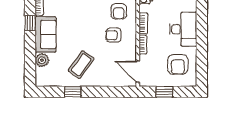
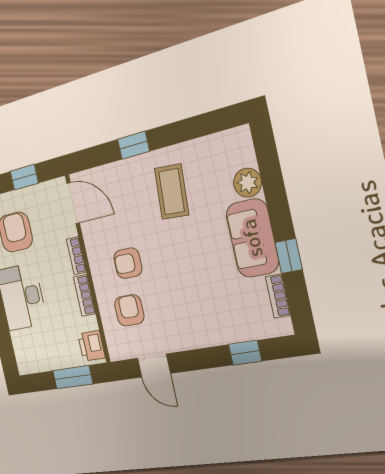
armchair: (114, 35) -> (128, 263), turned 180
coffee table: (81, 65) -> (172, 192), turned -32
window: (73, 92) -> (133, 145), moved

